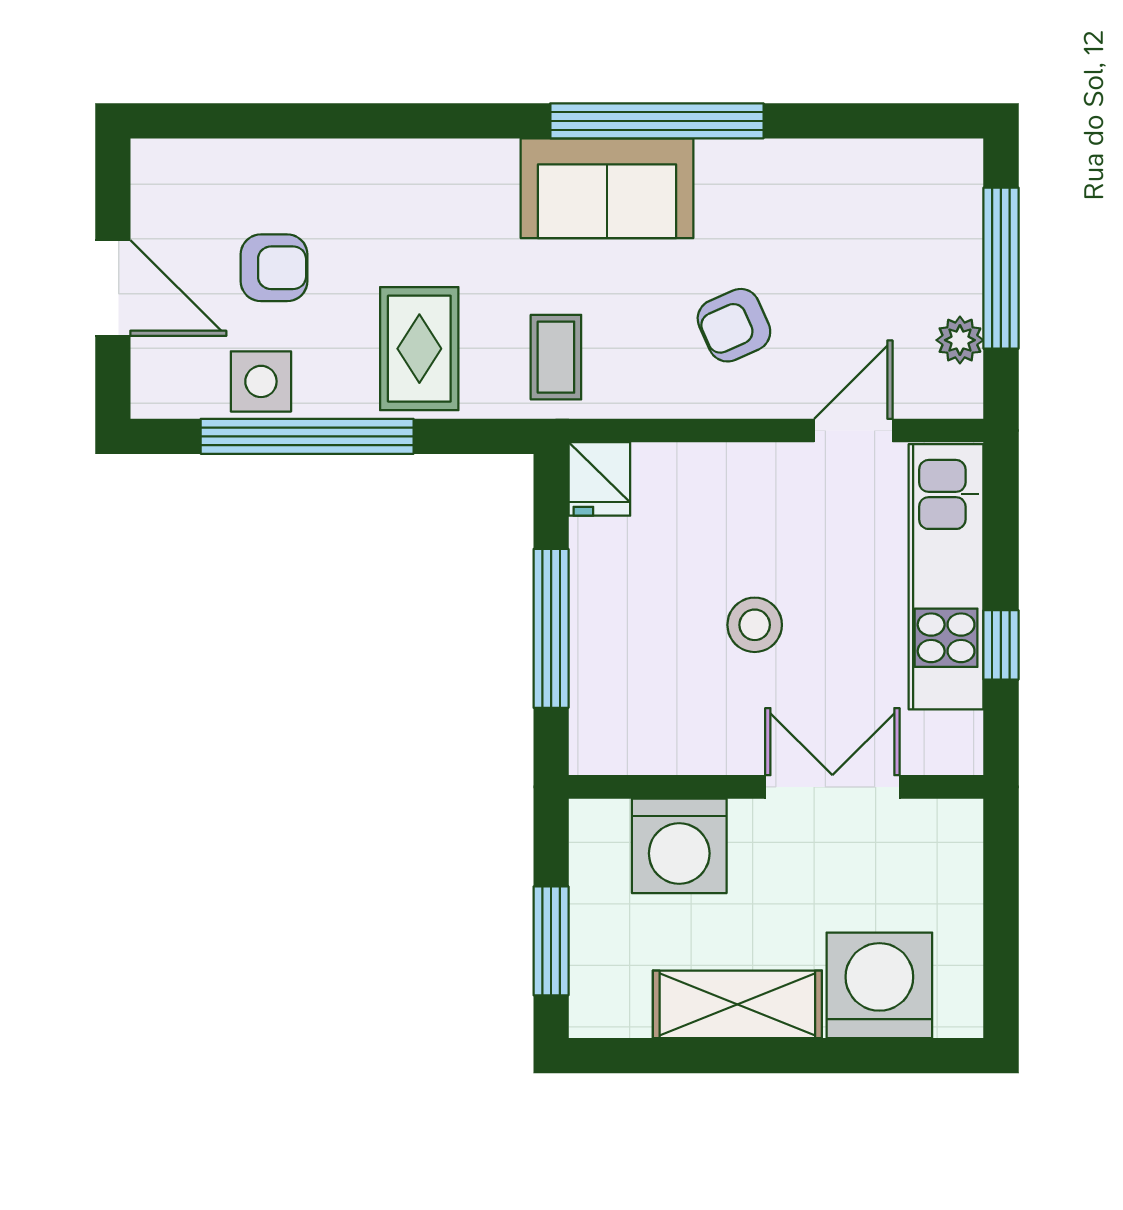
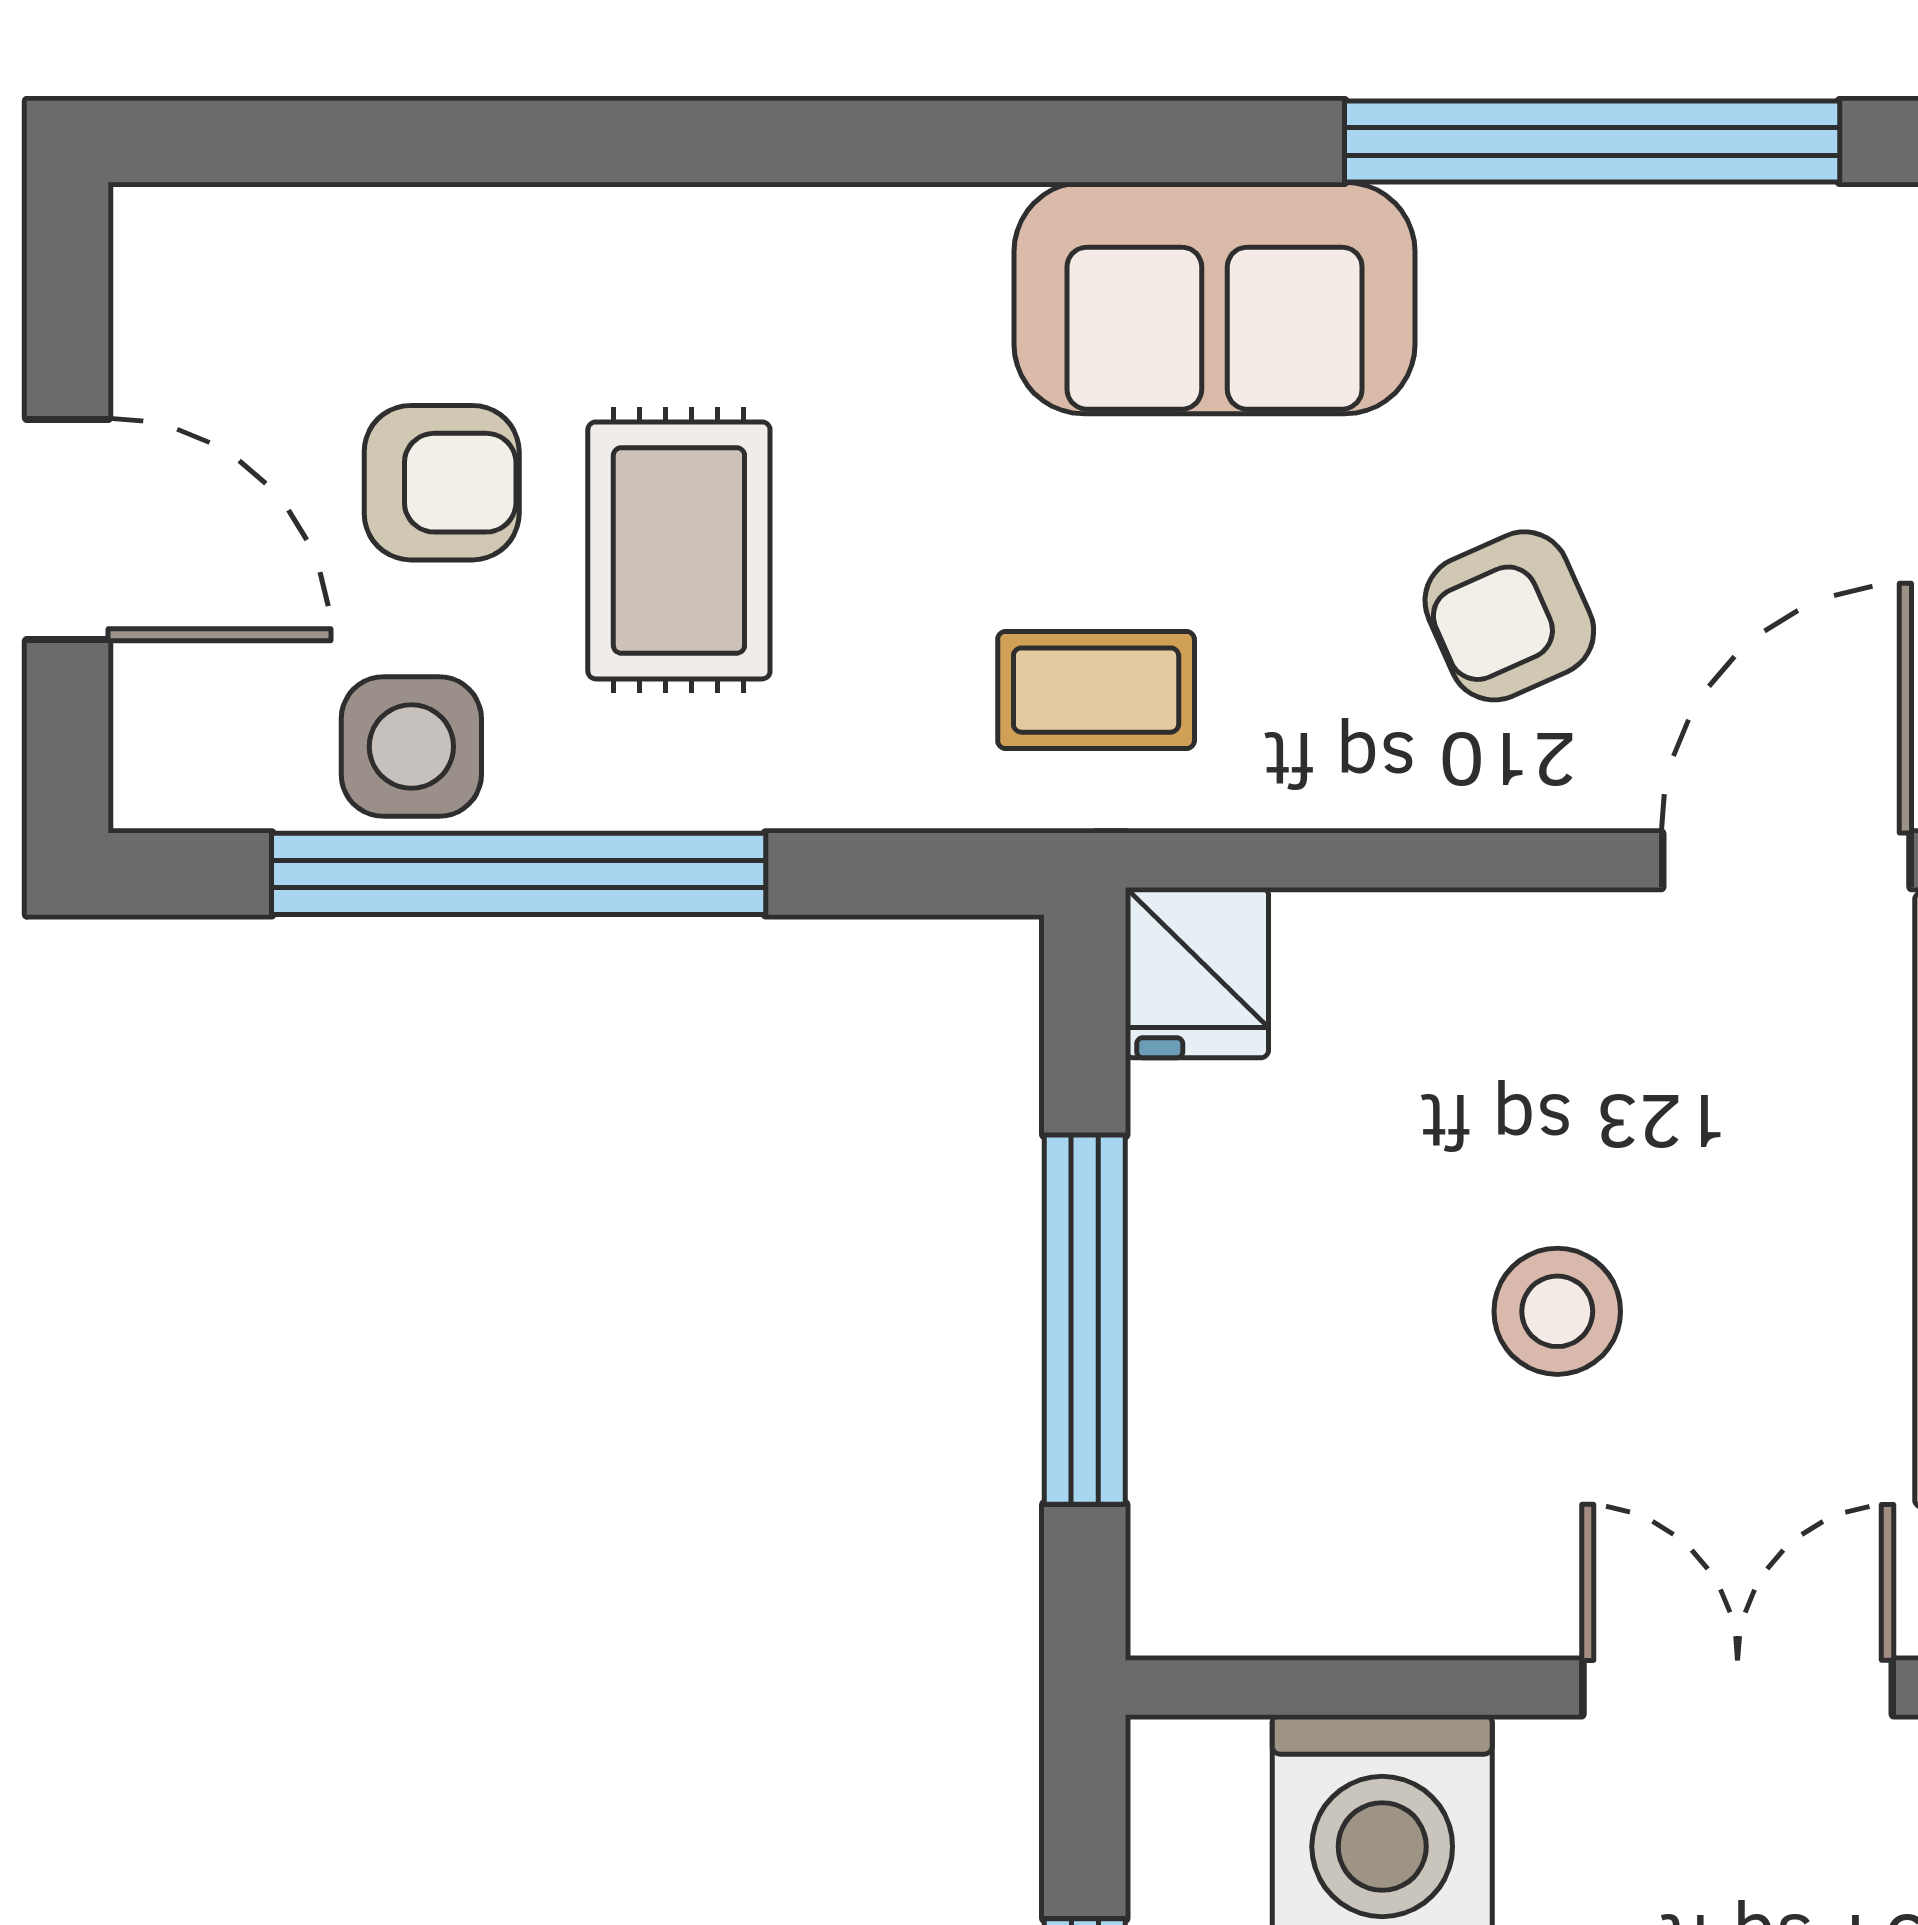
window: (657, 121) -> (1592, 141), moved
rug: (419, 349) -> (679, 550), moved
coffee table: (556, 357) -> (1096, 690), turned 90
door: (853, 430) -> (1786, 860), width x1.38

